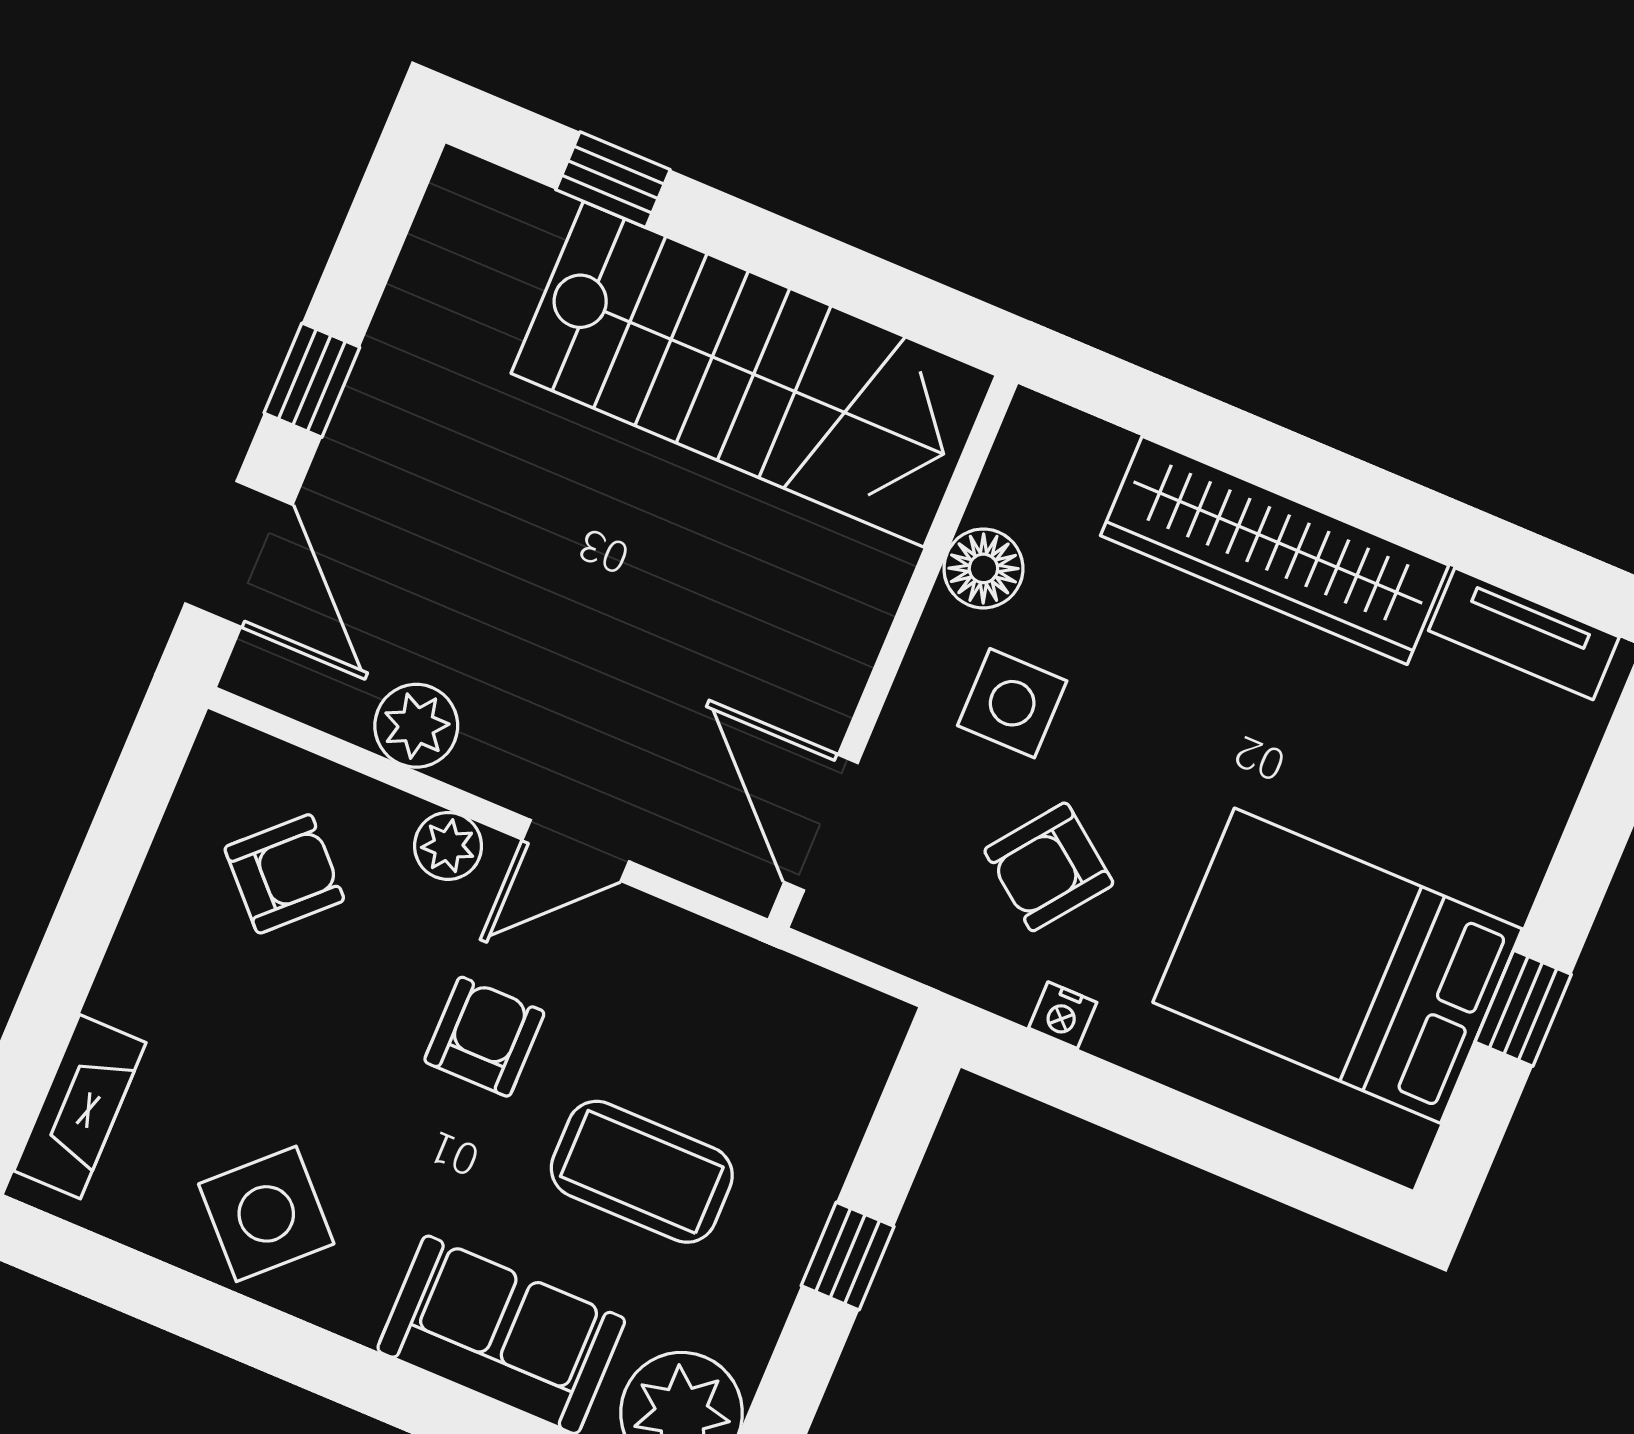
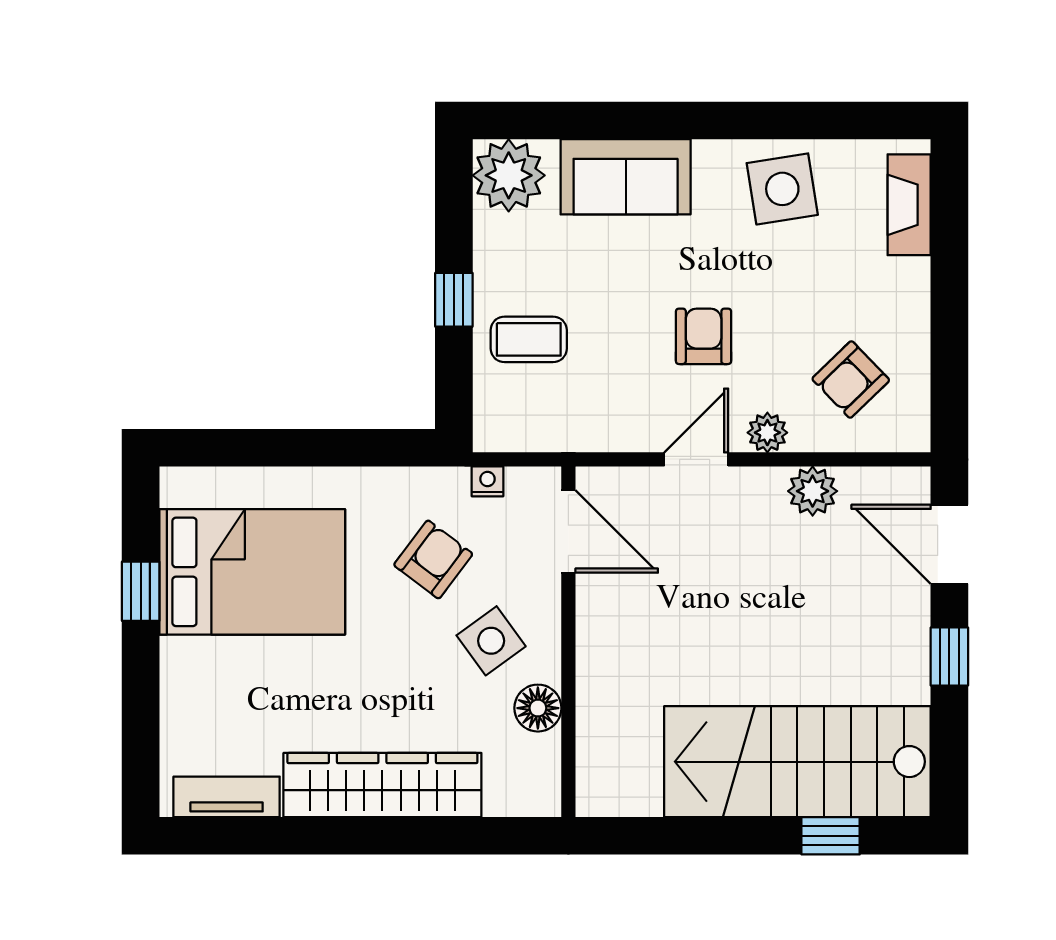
stairs: (754, 374) -> (797, 762), moved
side table: (1012, 703) -> (491, 641), turned -36
nightstand: (1063, 1015) -> (487, 481), moved
armchair: (484, 1037) -> (704, 336), turned 180
coffee table: (642, 1172) -> (529, 339), moved, width x0.73, depth x0.77
side table: (266, 1214) -> (782, 189), turned 35

